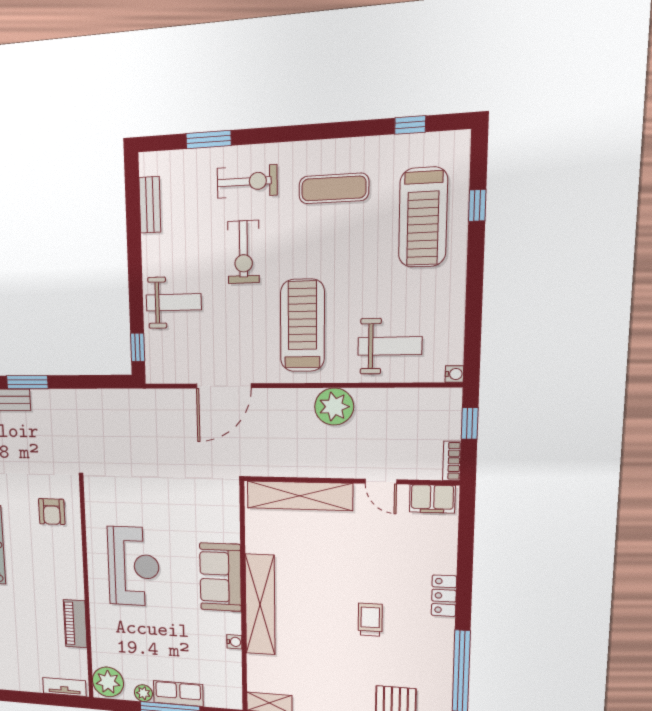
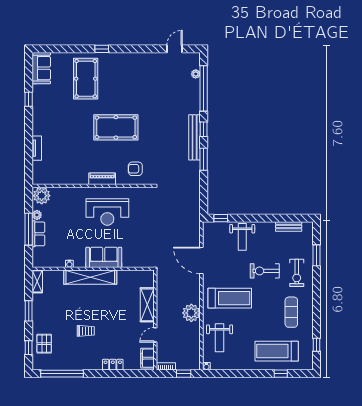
shelving: (300, 496) -> (147, 305), width x0.68
locker: (444, 596) -> (113, 365), moved
piano: (75, 624) -> (102, 179), moved
tv unit: (64, 687) -> (37, 148), moved

